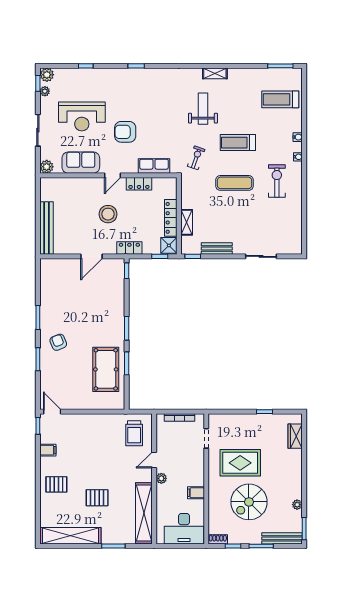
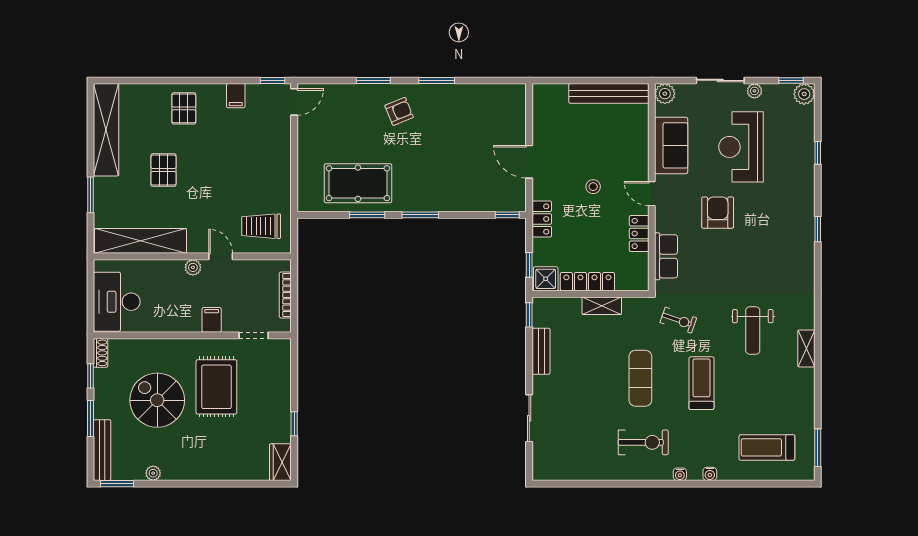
plant: (45, 91) -> (754, 91), moved
treadmill: (280, 99) -> (767, 447), turned -90
weight bench: (203, 109) -> (753, 330), turned 90
stool: (108, 214) -> (593, 187), width x0.53, depth x0.53
shelving: (187, 222) -> (602, 306), moved
bench: (46, 228) -> (609, 93), moved
wardrobe: (295, 436) -> (280, 462), moved, turned -90
filing cabinet: (196, 493) -> (212, 320), moved

